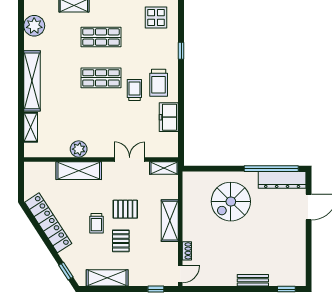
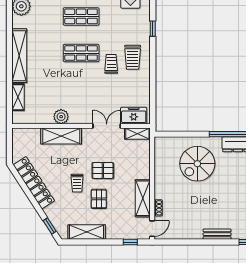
freezer: (169, 117) -> (134, 116), moved, turned 90
shelving: (170, 221) -> (143, 198), moved

